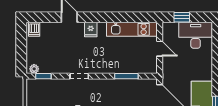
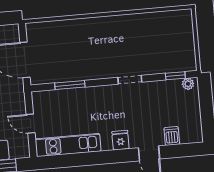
dishwasher: (34, 29) -> (172, 136), moved

